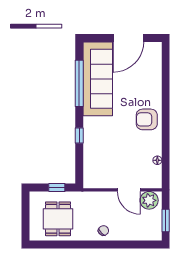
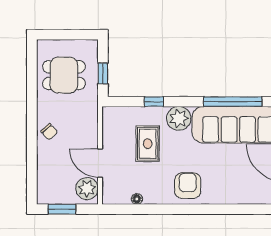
plant: (93, 127) -> (179, 118), added
window: (79, 135) -> (154, 102), moved
rug: (113, 152) -> (148, 144), added
door: (129, 190) -> (100, 163), hinge flipped

